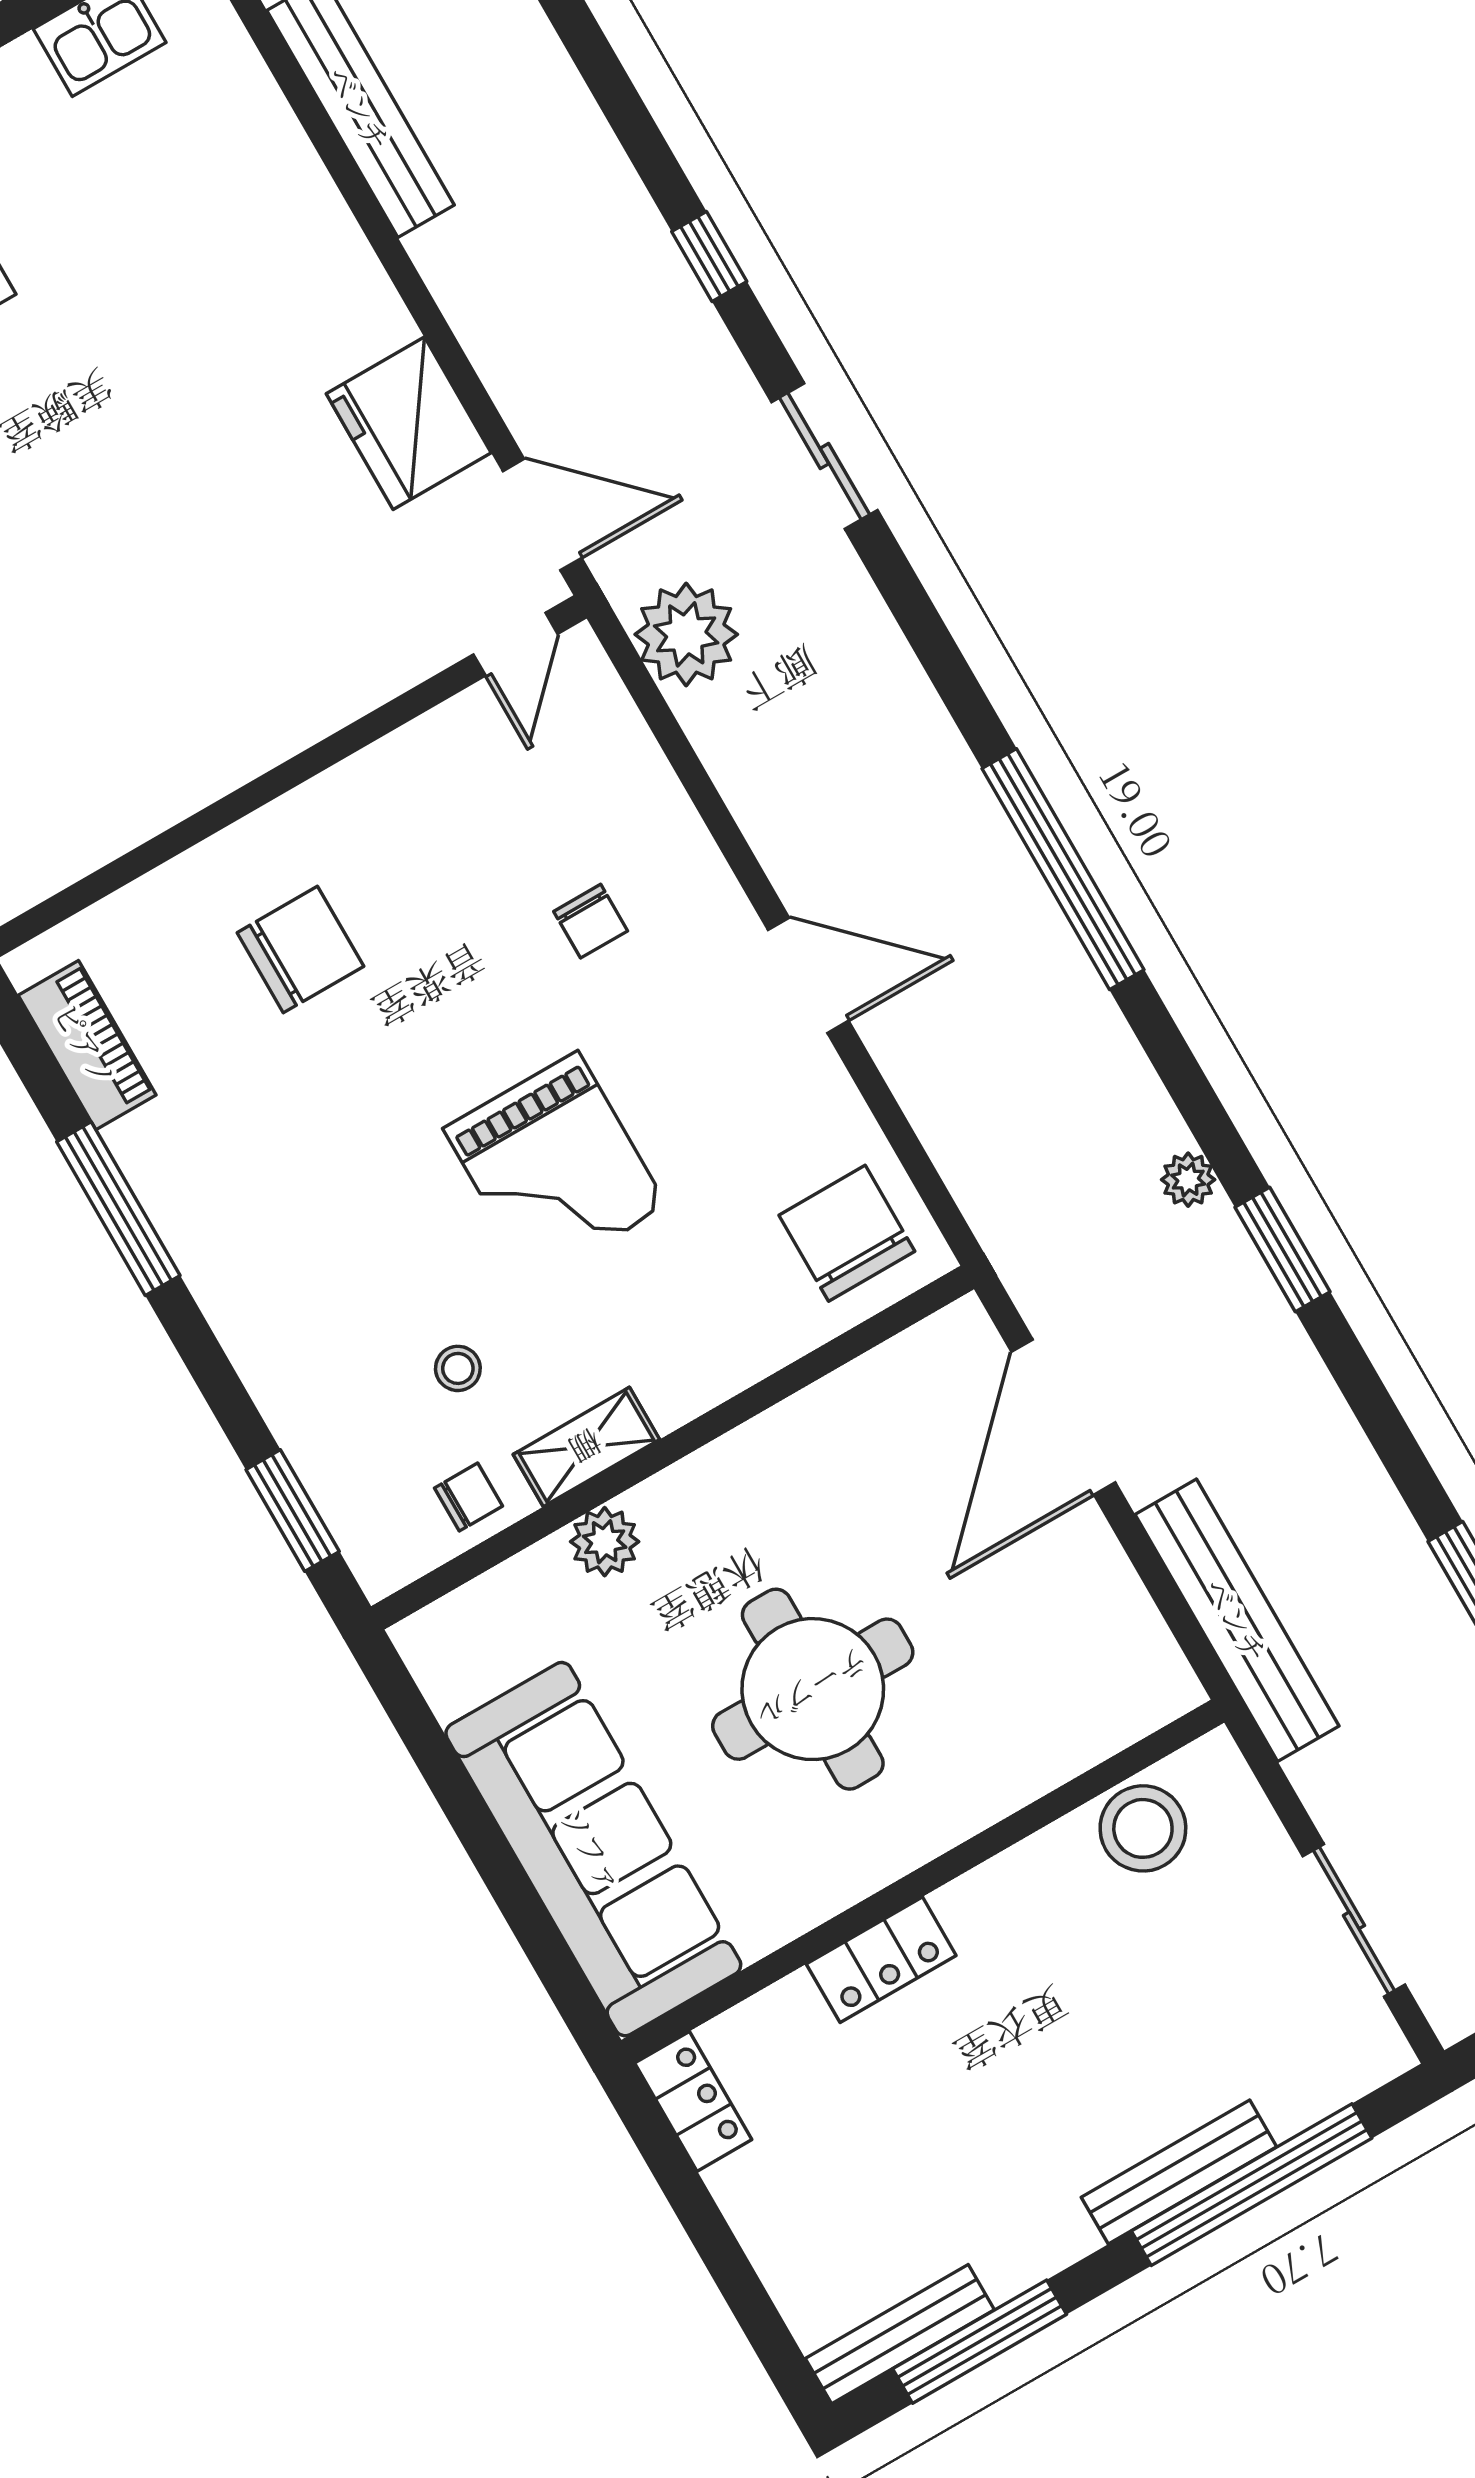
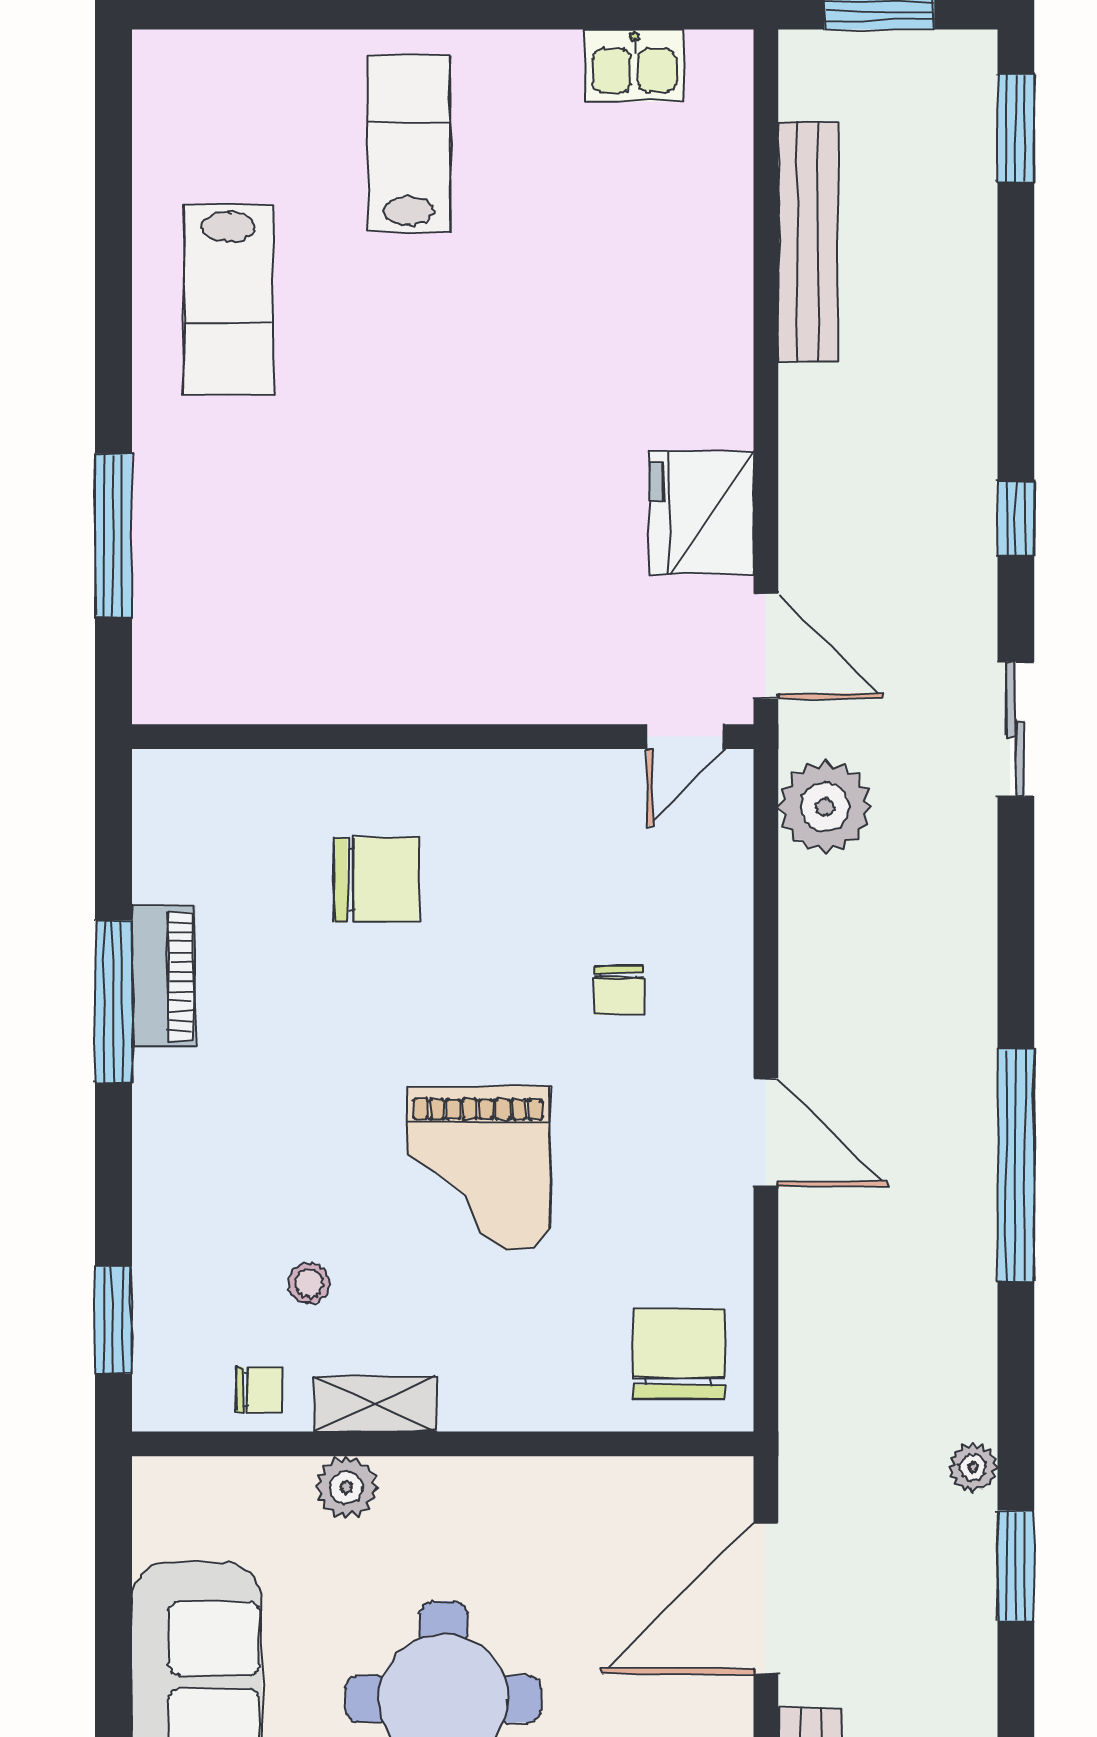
piano: (87, 1045) -> (164, 976), moved

